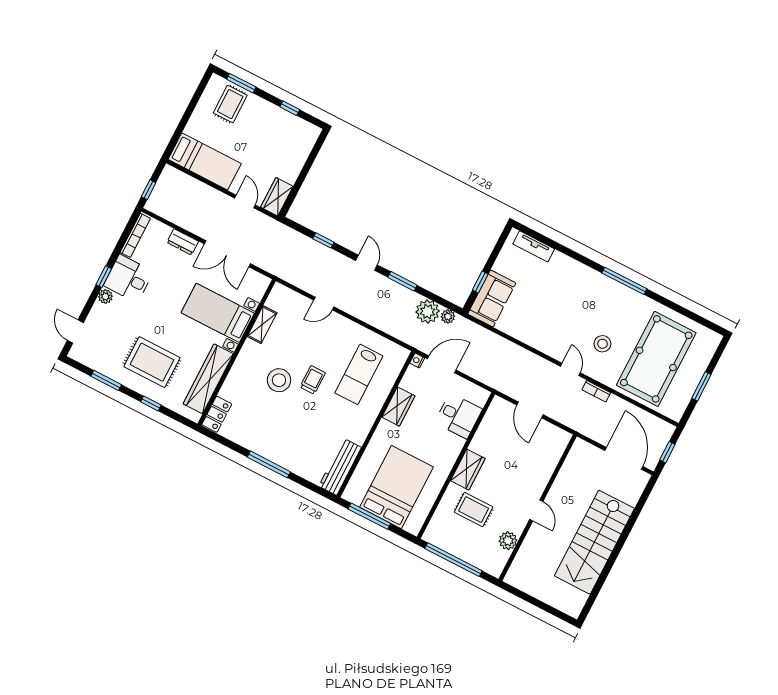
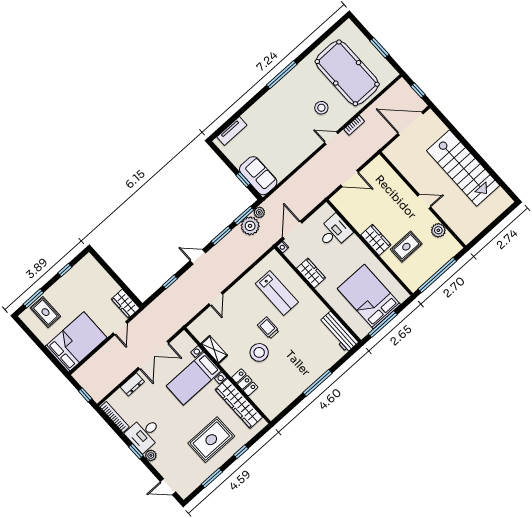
bed: (205, 161) -> (76, 342), width x1.50
door: (245, 202) -> (120, 328), swing flipped
window: (437, 299) -> (244, 216), added
locker: (217, 414) -> (245, 382), moved

